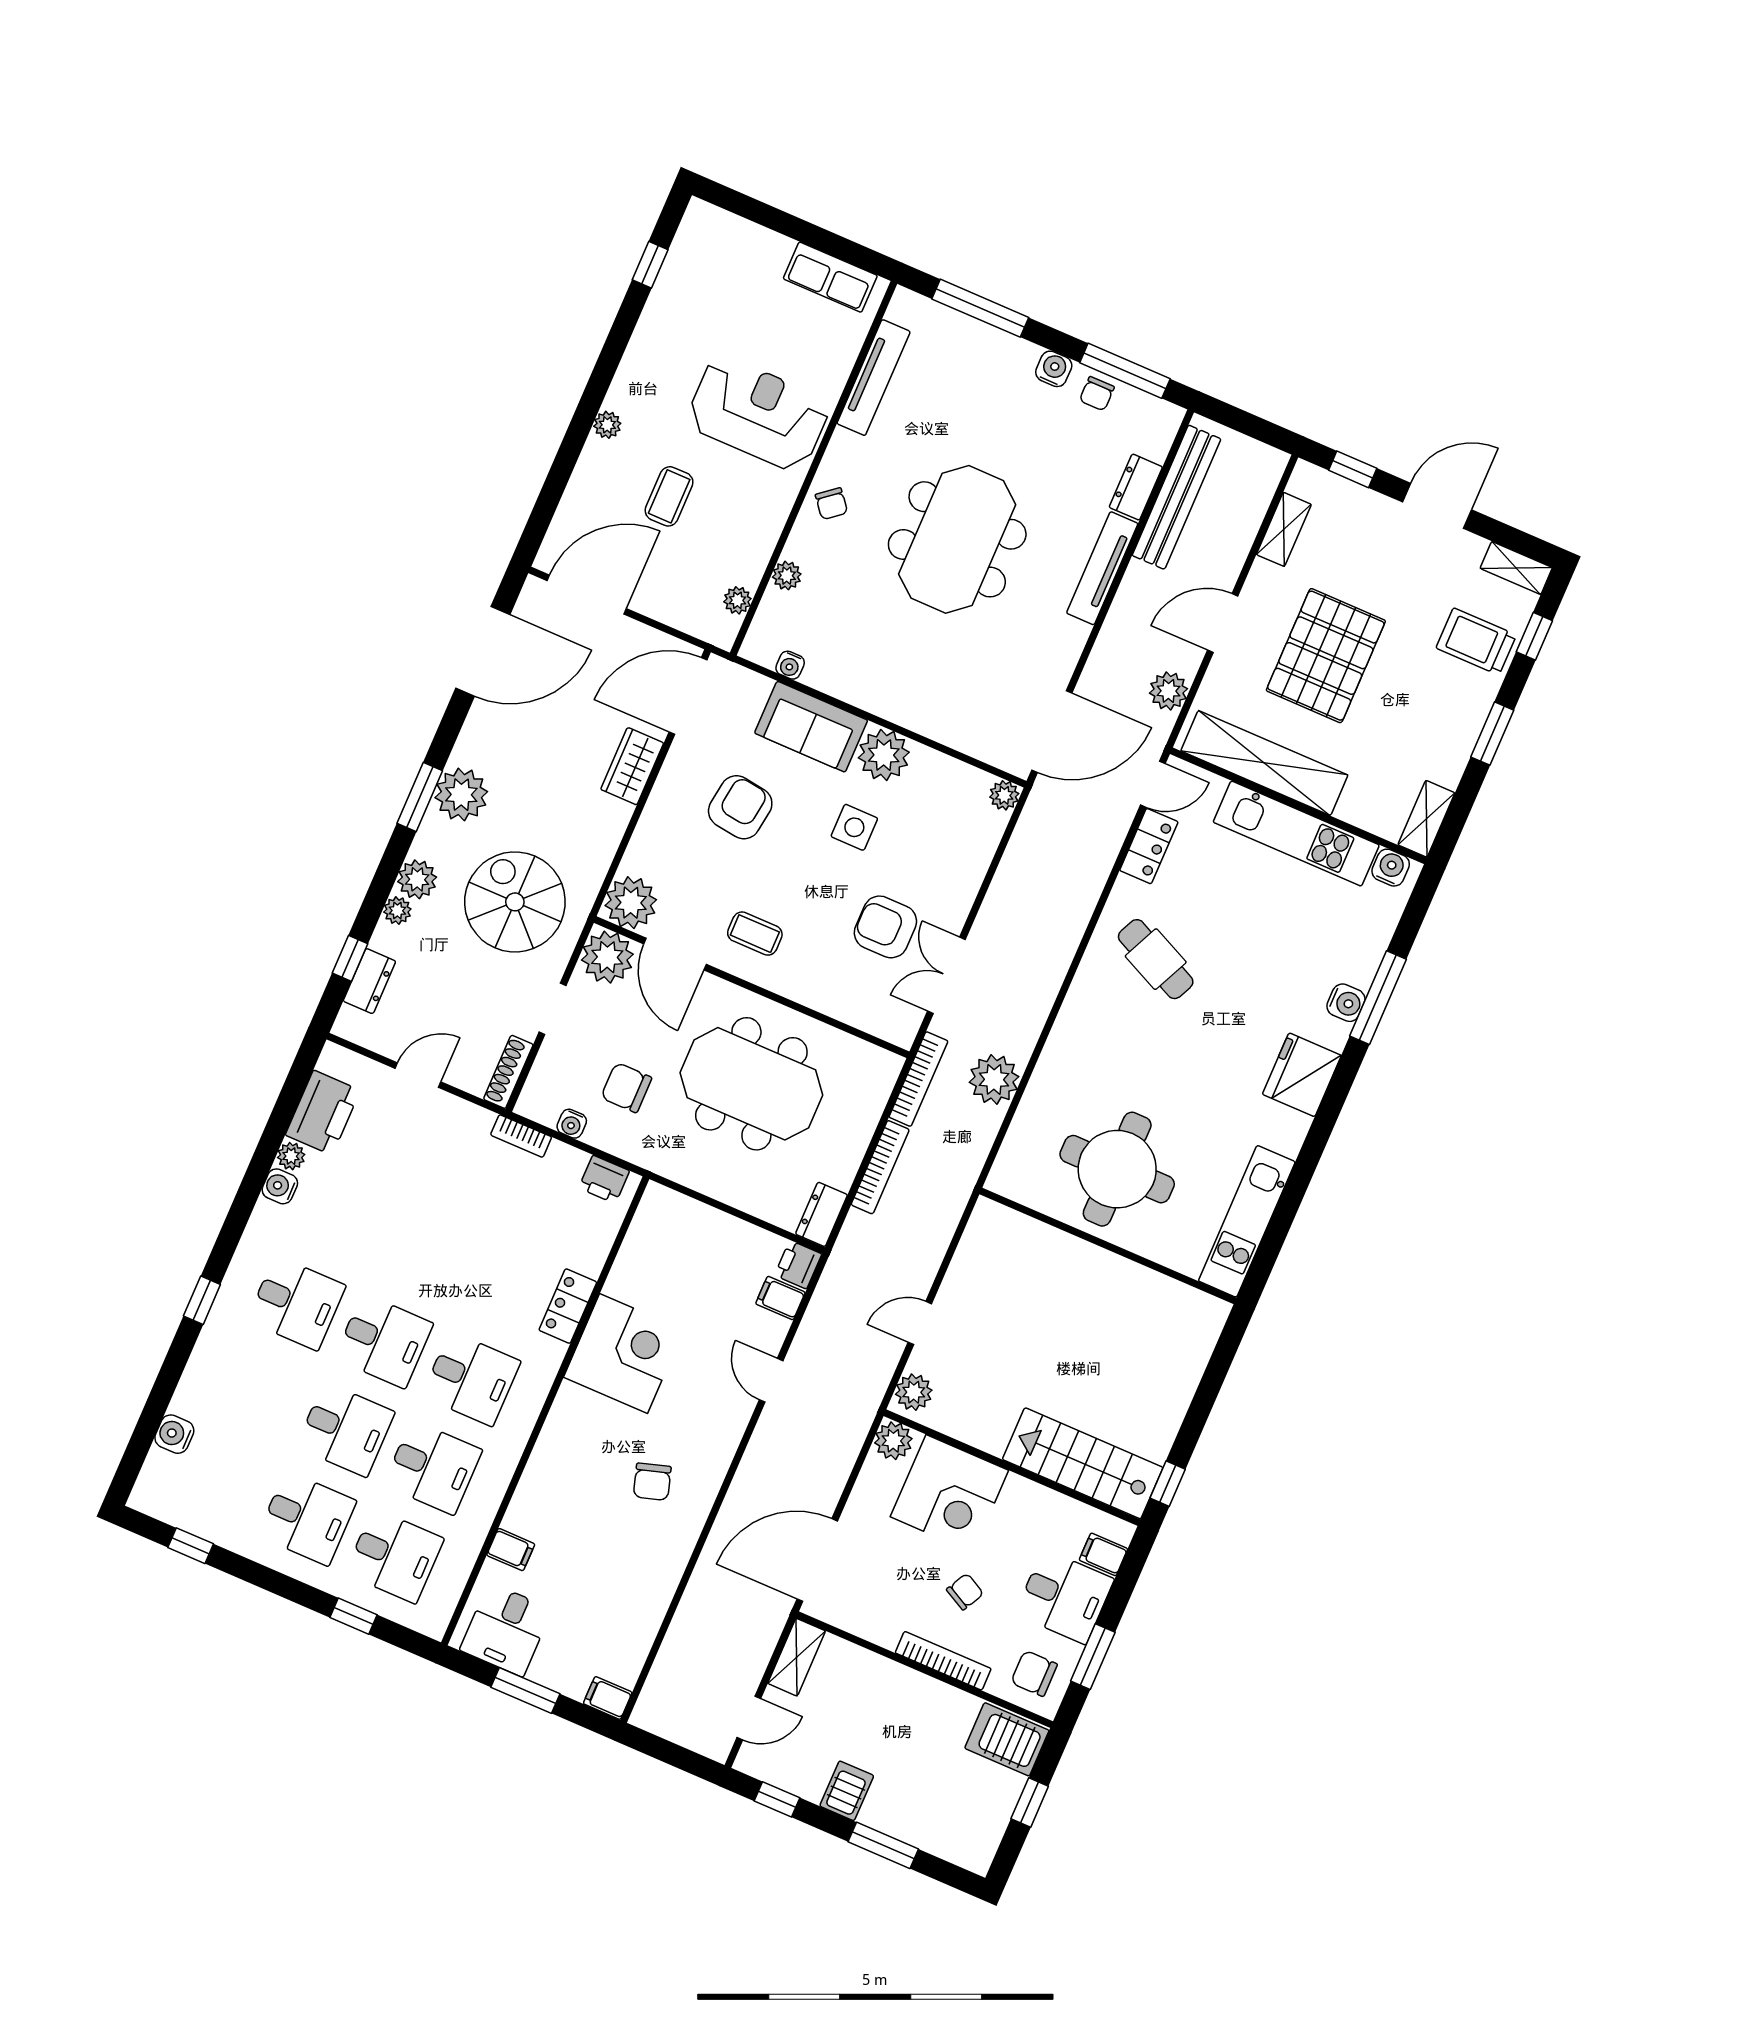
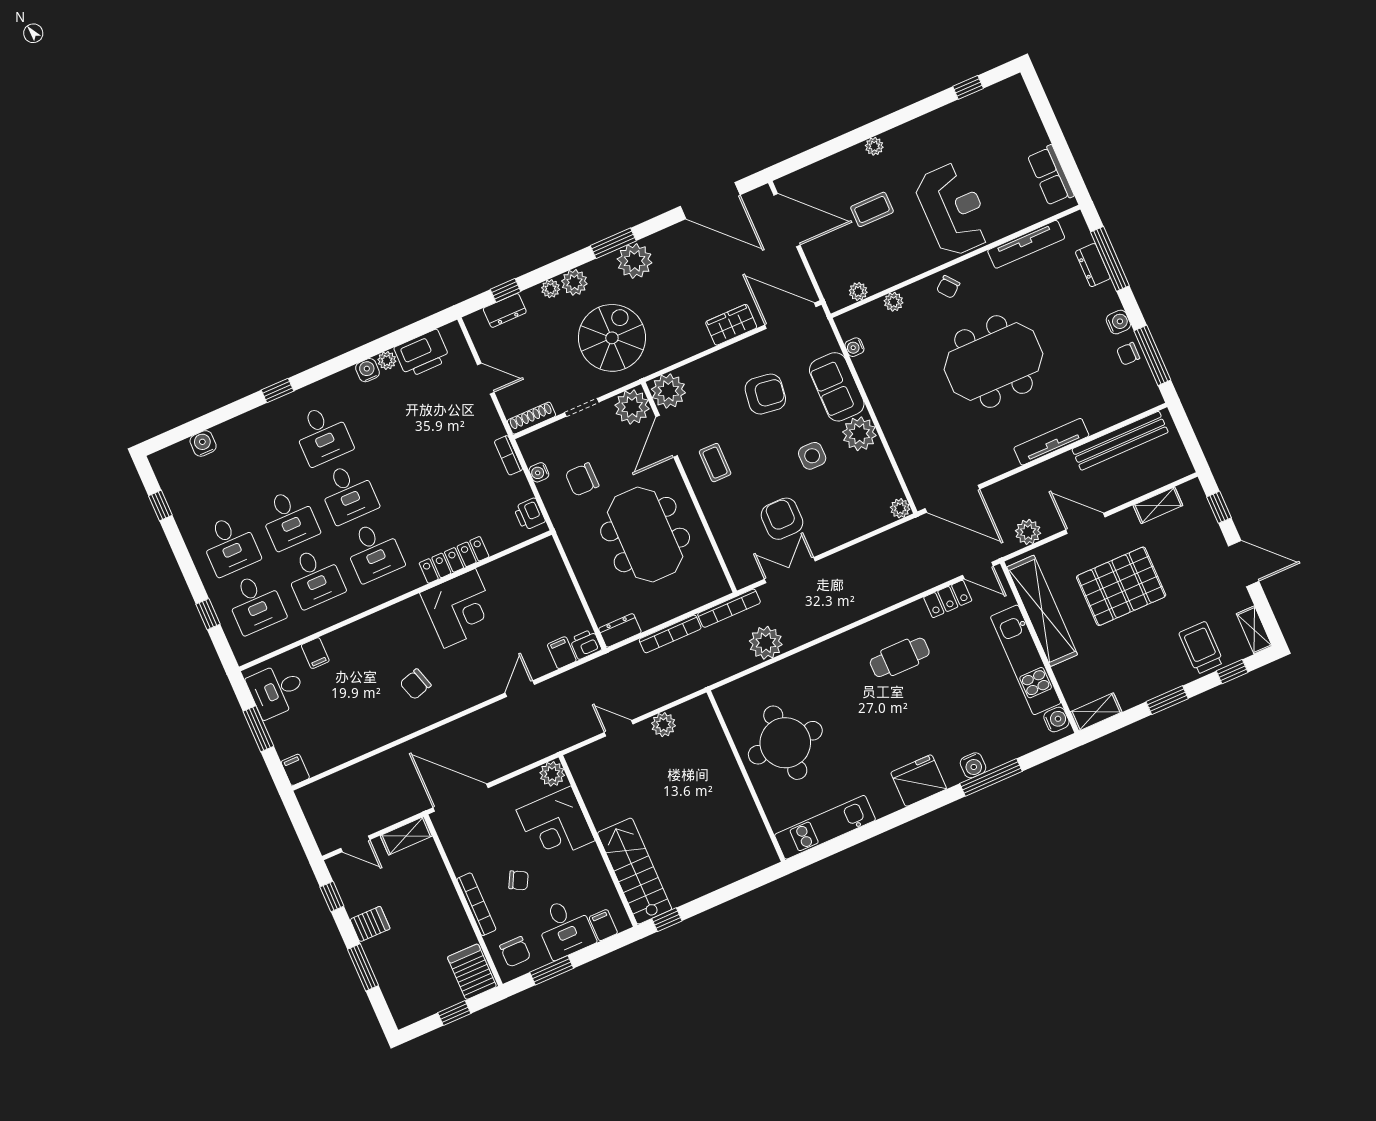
dresser: (1136, 487) -> (1093, 265), moved, turned -90
cafe table: (1156, 959) -> (900, 657), turned 65
chair: (626, 1088) -> (582, 479), turned -90
locker: (568, 1306) -> (454, 560), width x1.53
plant: (914, 1392) -> (663, 725), moved
chair: (1034, 1673) -> (515, 952), turned 180

